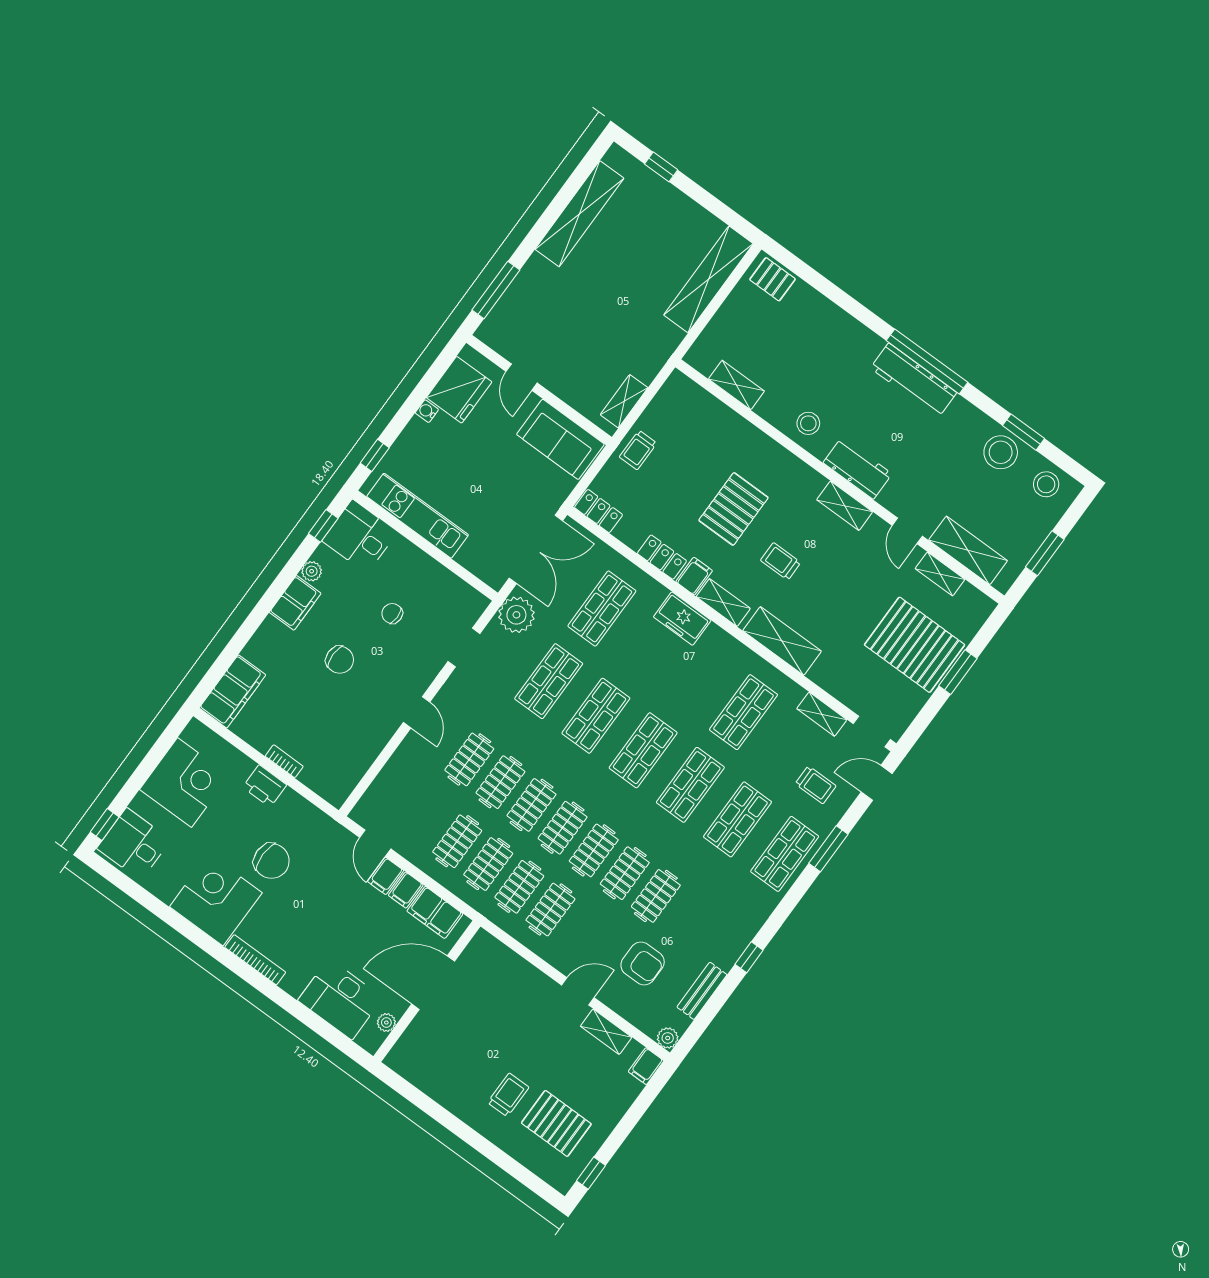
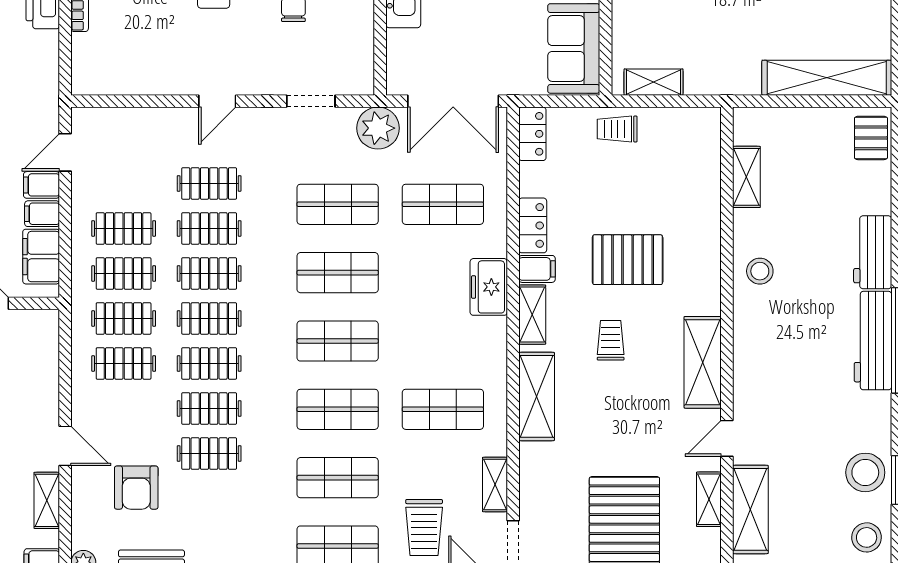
workbench: (858, 468) -> (873, 252), moved, turned 180
shelving: (845, 506) -> (703, 362), width x1.50, depth x1.33
trolley: (816, 785) -> (424, 527), width x1.36, depth x1.39

